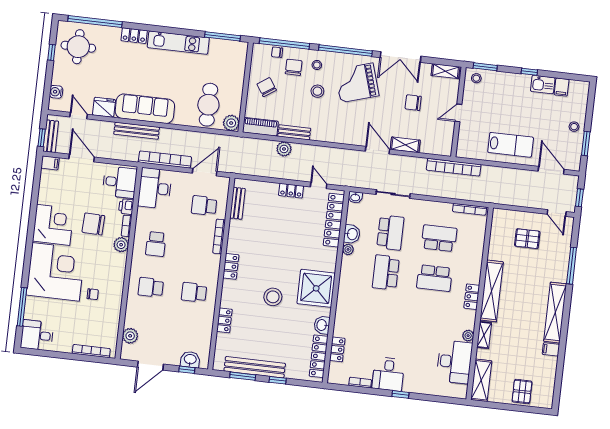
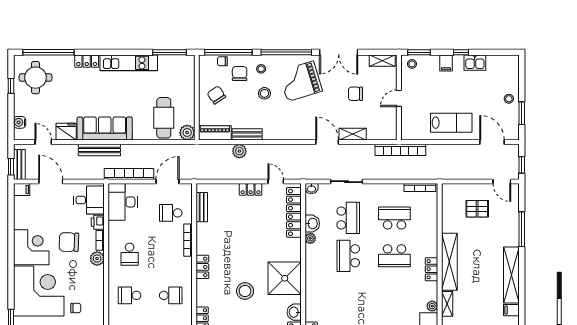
filing cabinet: (562, 87) -> (446, 63), moved
school desk: (194, 292) -> (171, 295), turned 180

